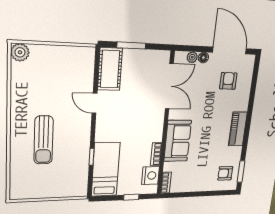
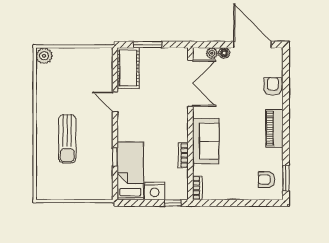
armchair: (228, 81) -> (273, 86), moved
nightstand: (150, 176) -> (155, 191), moved, turned 90
window: (131, 197) -> (173, 203), moved

